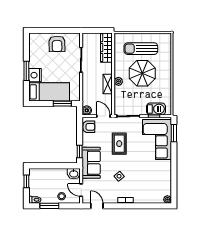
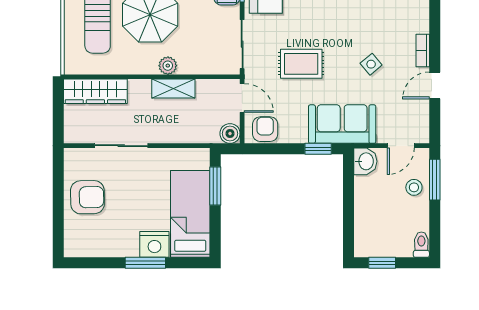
door: (103, 116) -> (242, 98), swing flipped
window: (49, 206) -> (435, 180), moved
door: (97, 206) -> (435, 86), moved

